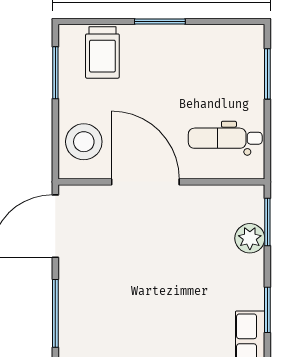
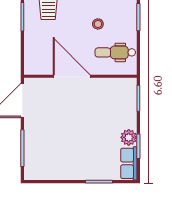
stool: (84, 142) -> (98, 24), moved, width x0.53, depth x0.53
plant: (250, 238) -> (129, 137), moved

